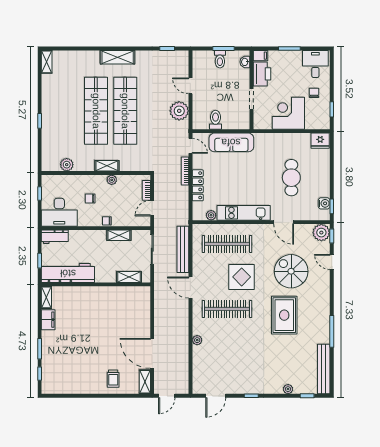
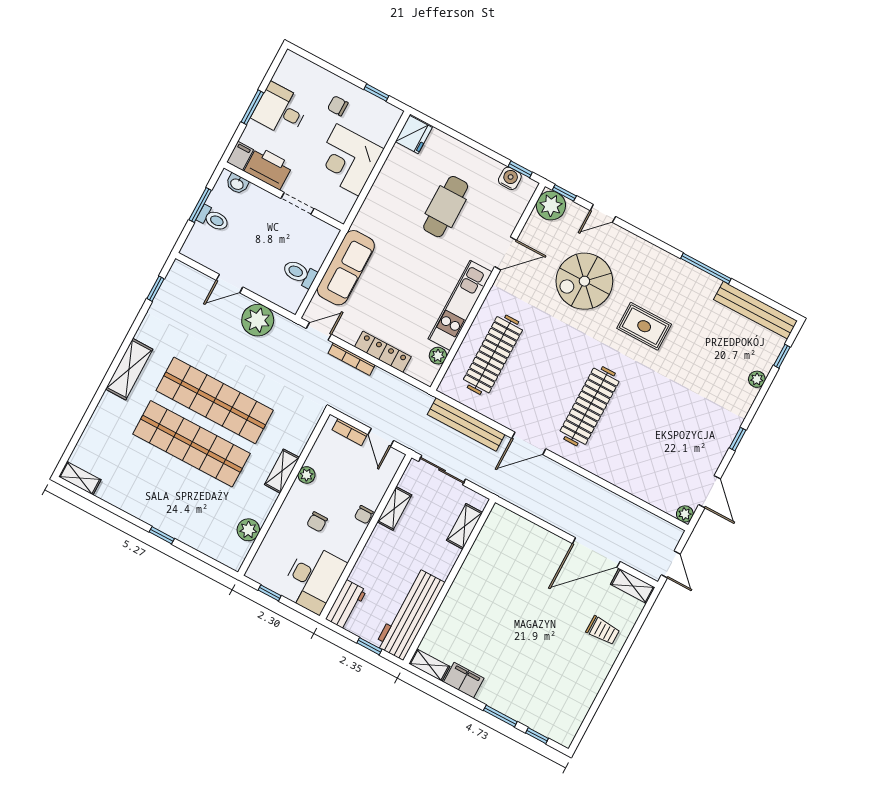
desk: (315, 64) -> (280, 110), moved
cafe table: (291, 178) -> (446, 207), turned 90
display table: (242, 277) -> (554, 359), removed
rug: (284, 315) -> (644, 326), width x0.73, depth x0.70
plant: (197, 340) -> (685, 514), moved

